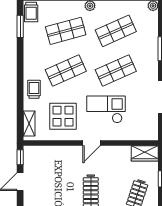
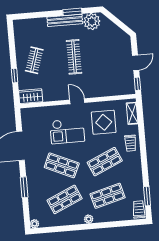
shop shelf: (116, 70) -> (62, 165), turned 48
door: (91, 143) -> (77, 101), hinge flipped

